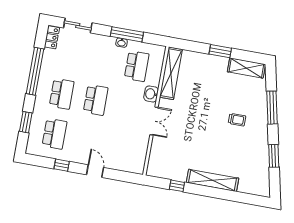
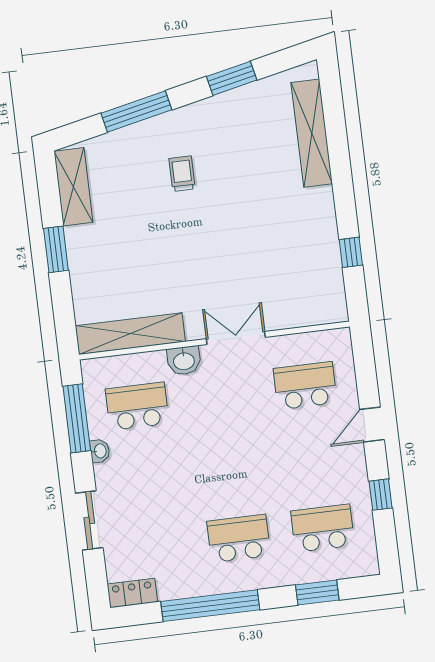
sliding door: (78, 25) -> (89, 520), moved
window: (127, 34) -> (77, 418), moved
school desk: (96, 100) -> (305, 386), moved
shelving: (213, 180) -> (312, 133), moved

